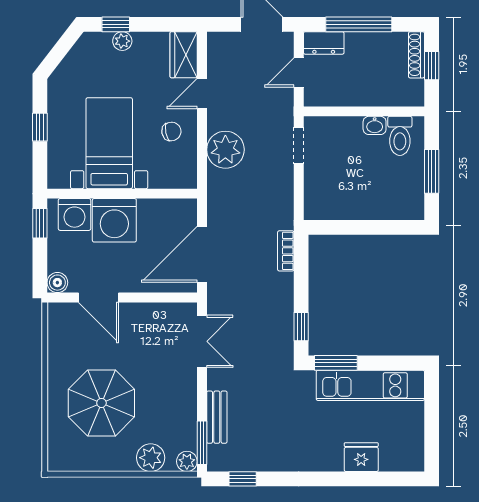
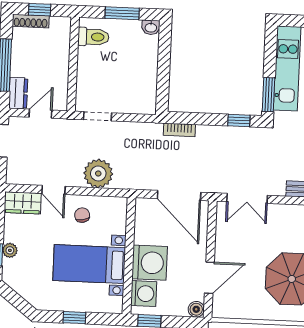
door: (299, 72) -> (40, 114), swing flipped
washbasin: (375, 125) -> (151, 27), moved, turned 90
double door: (202, 341) -> (247, 198), swing flipped

